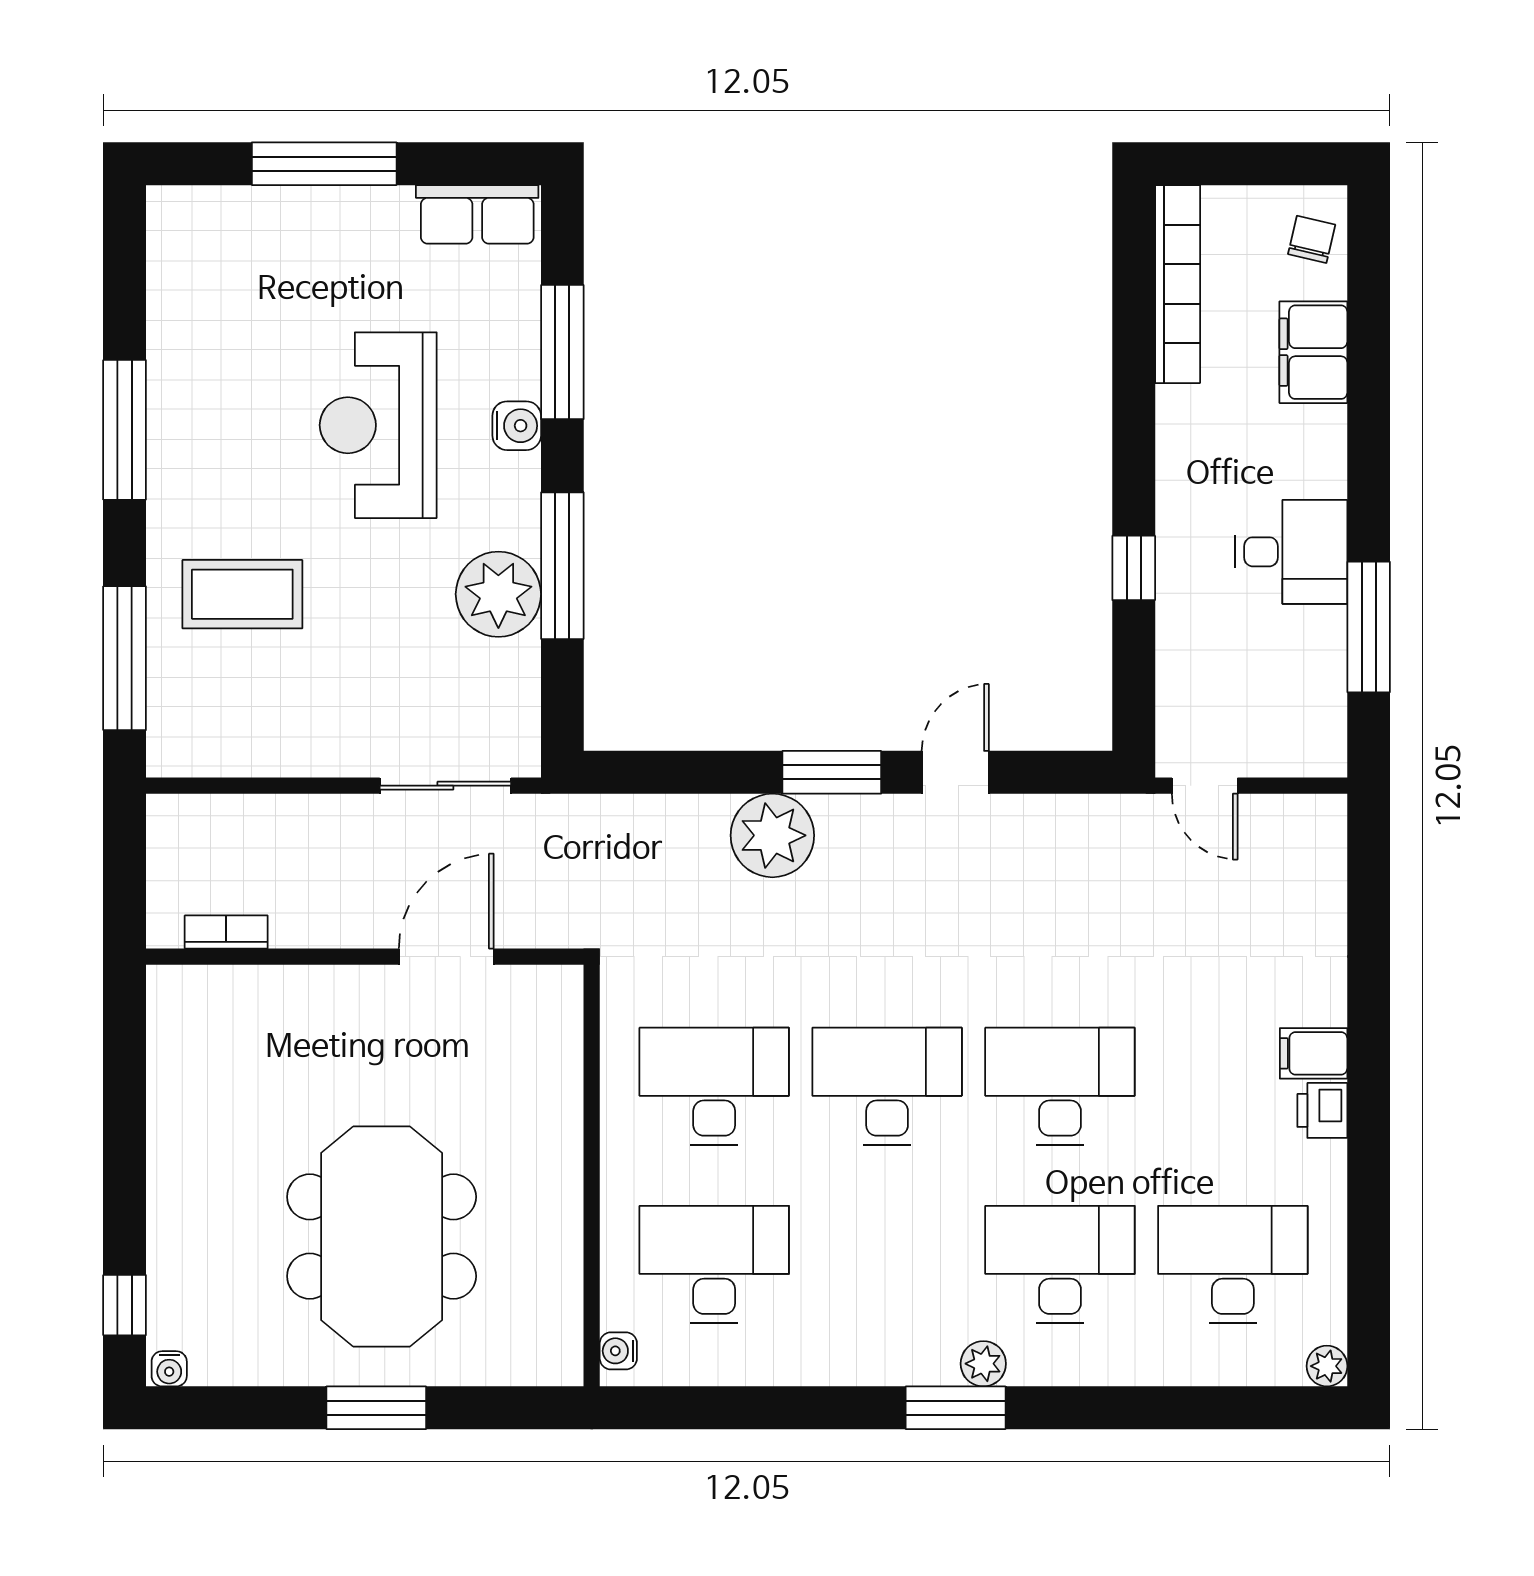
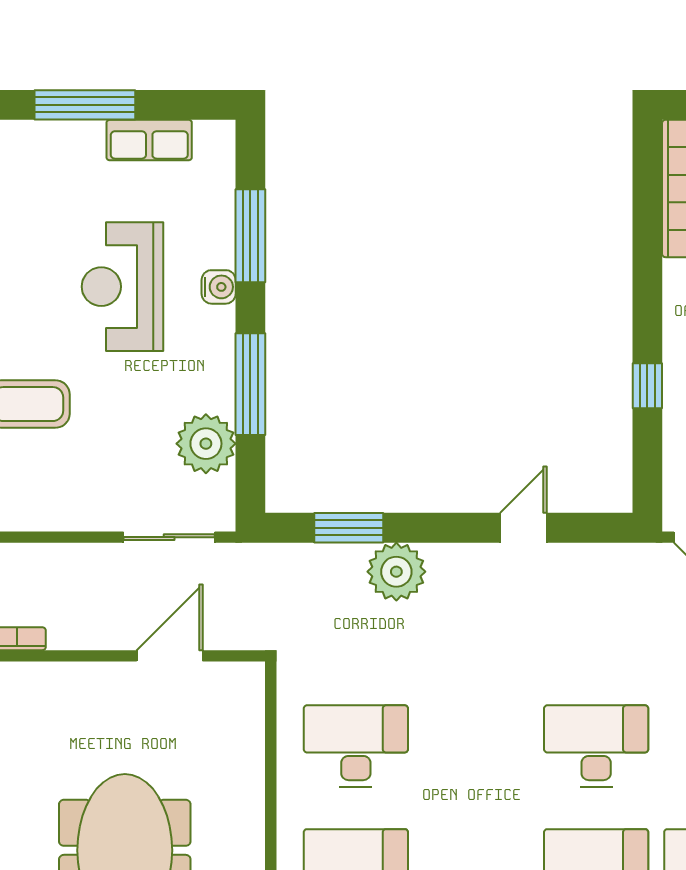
row of seats: (477, 214) -> (149, 140), moved
plant: (498, 594) -> (206, 444), moved
window: (832, 772) -> (349, 528), moved
desk: (887, 1086) -> (476, 746), removed

